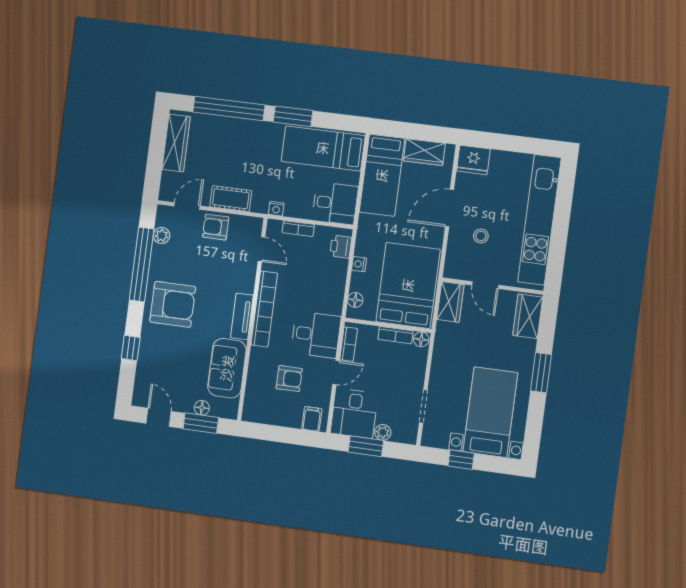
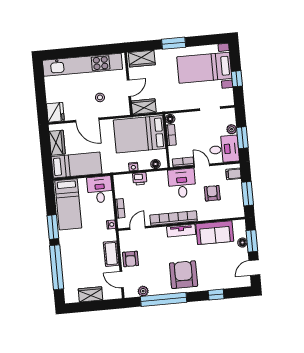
wardrobe: (176, 143) -> (90, 294), width x0.67
printer: (341, 247) -> (140, 179), moved
window: (276, 434) -> (248, 194), added

